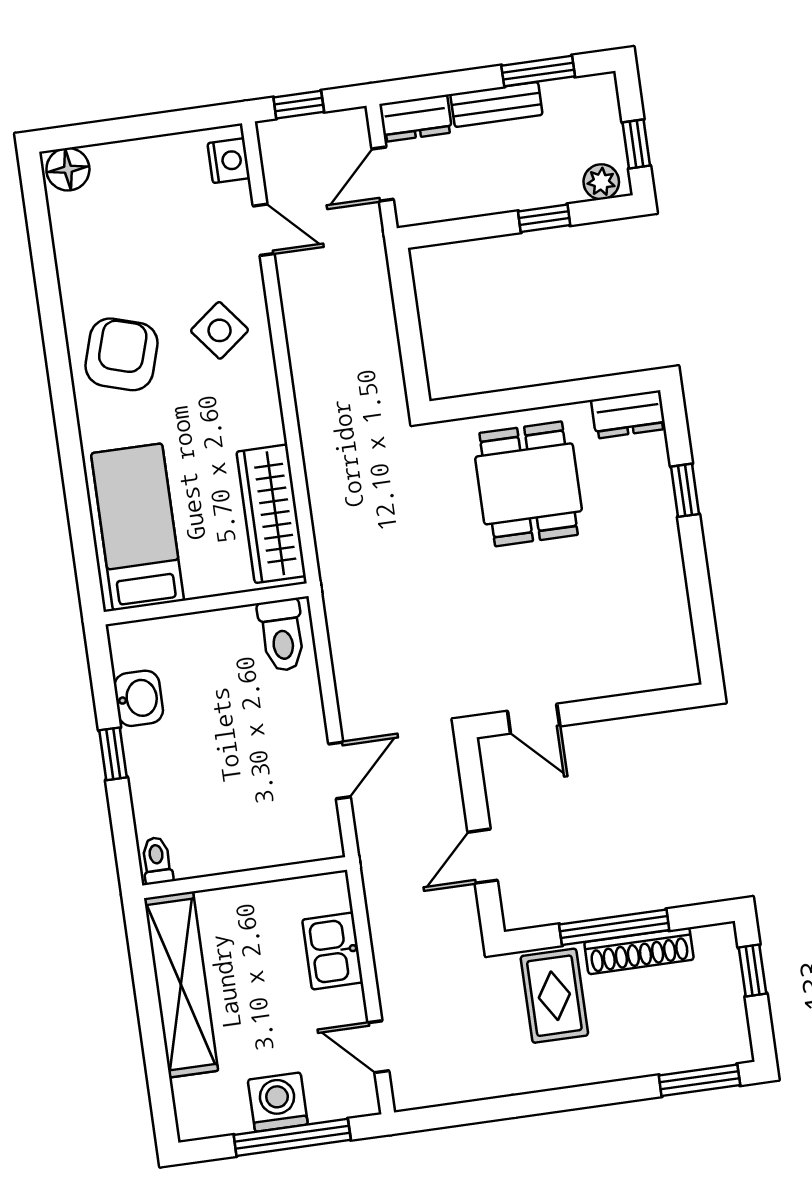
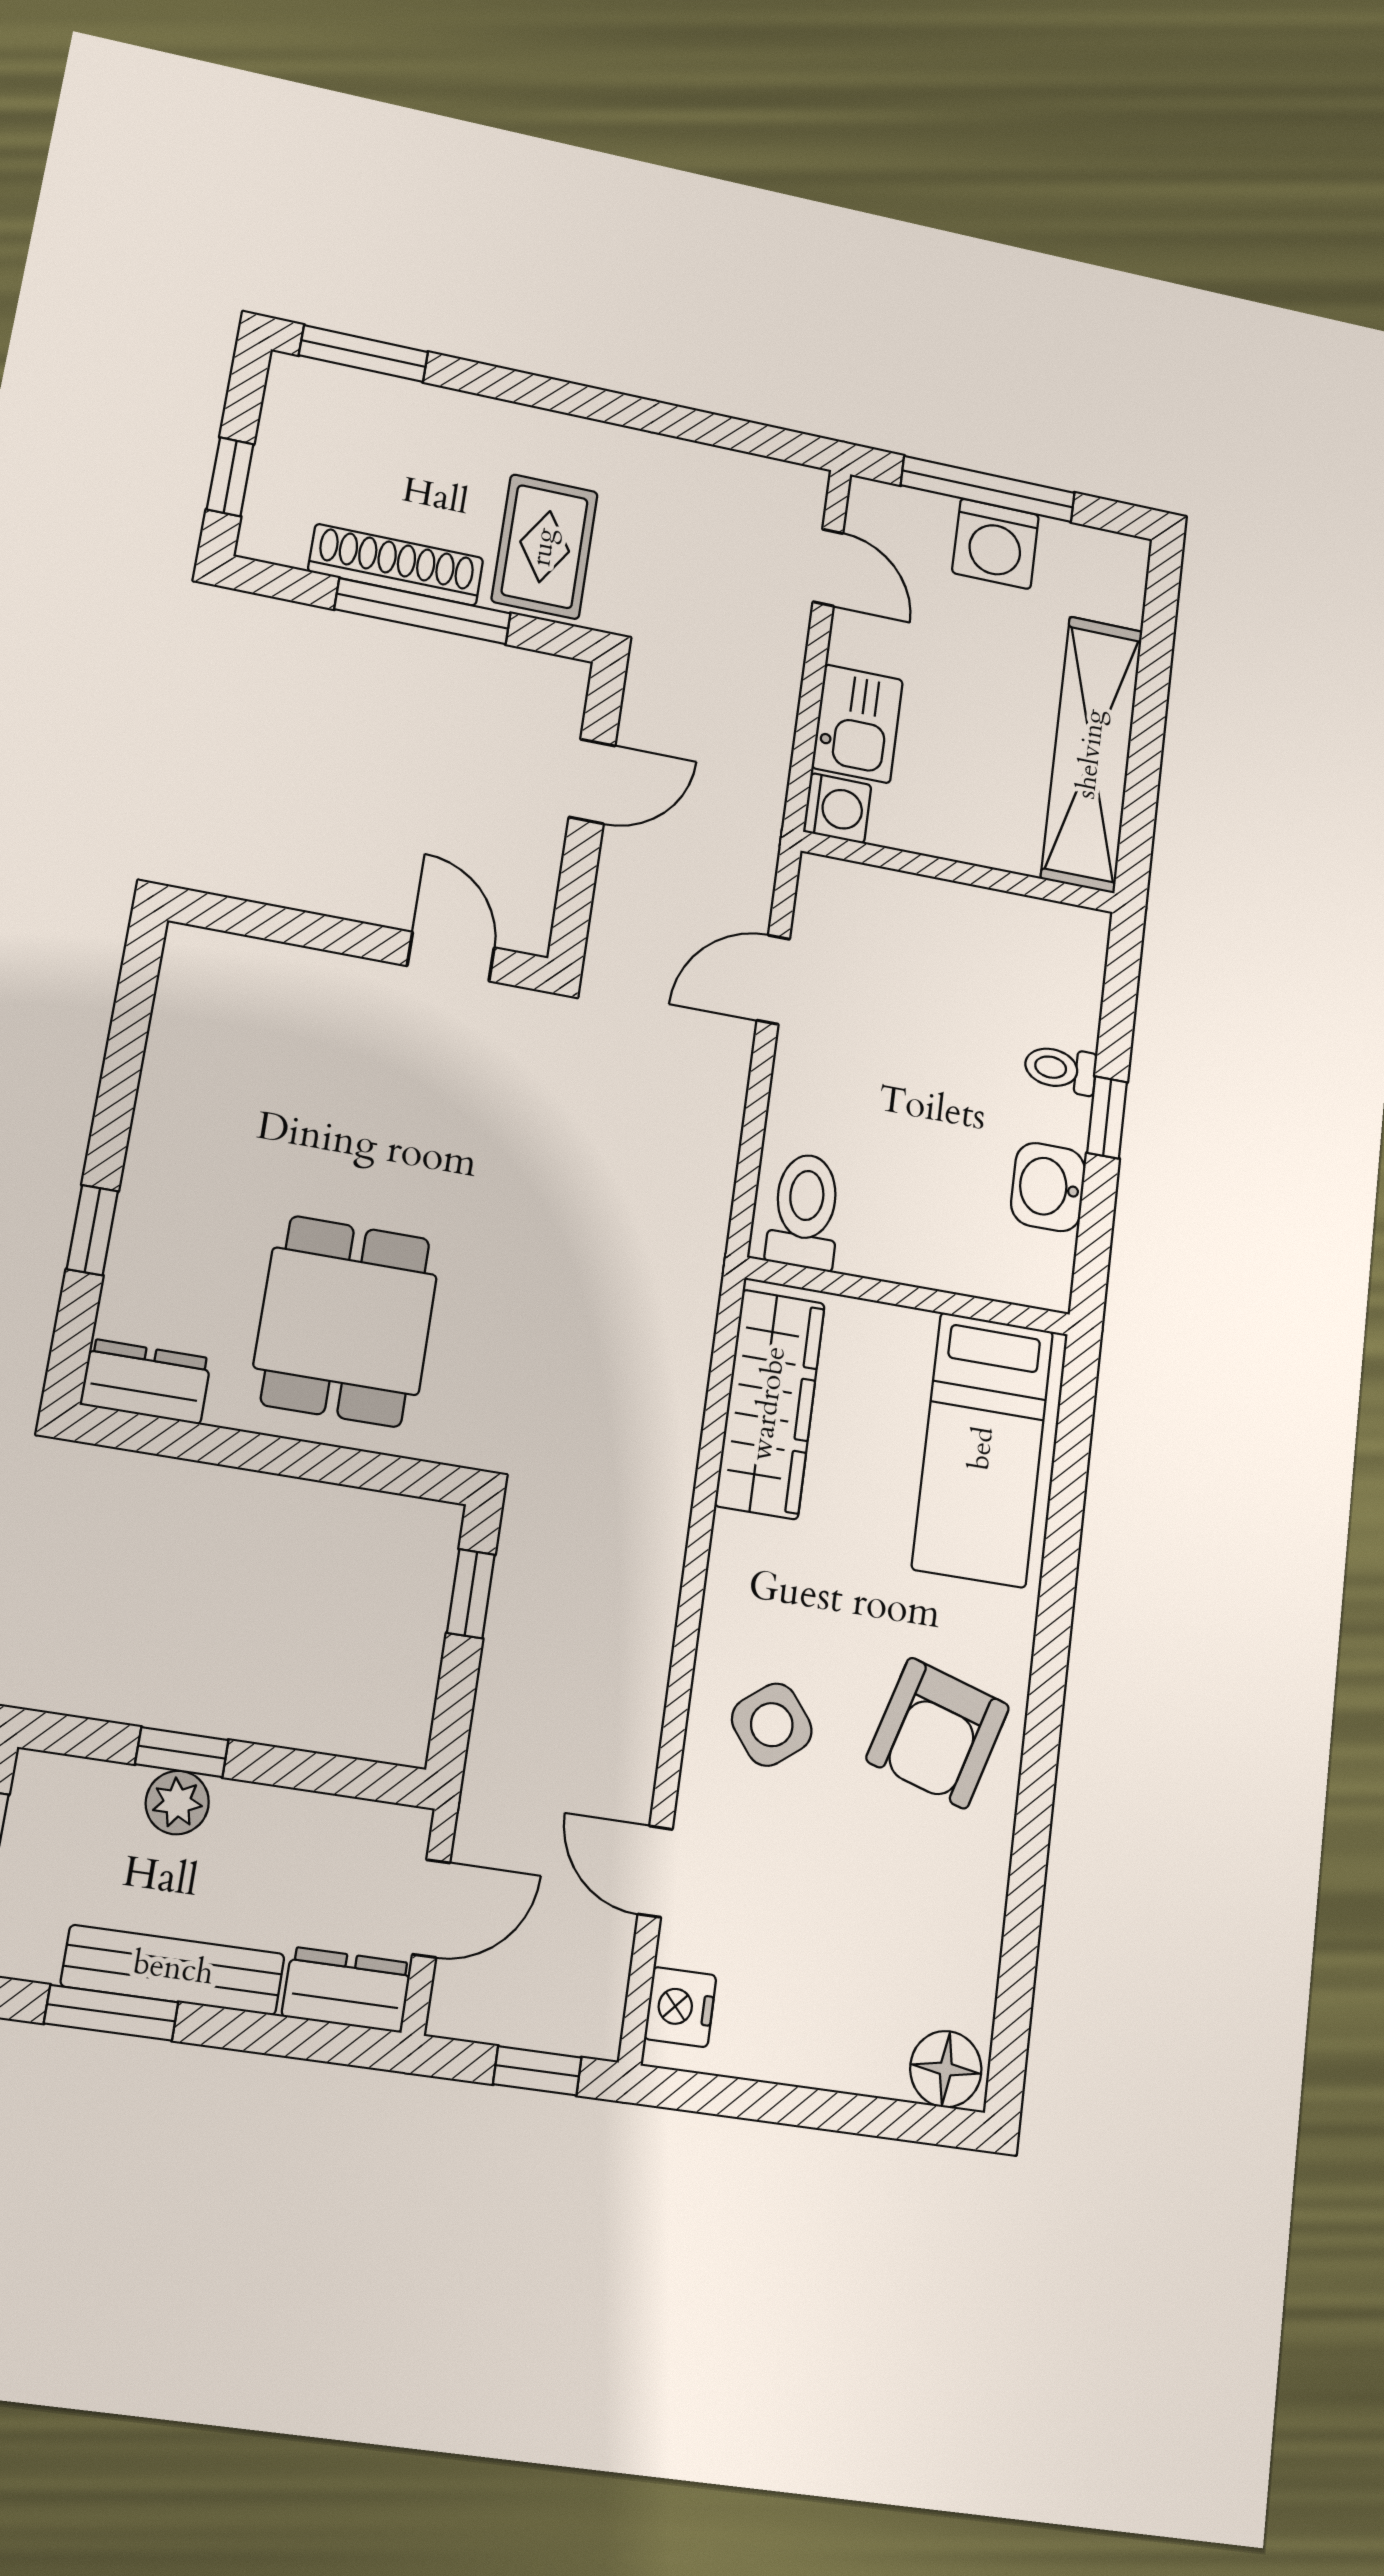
bench: (496, 104) -> (173, 1970), width x1.36
plant: (601, 182) -> (177, 1803), moved
window: (412, 352) -> (471, 1594), added
toilet: (157, 861) -> (1060, 1069), moved, turned 90
washing machine: (330, 892) -> (837, 808), added

